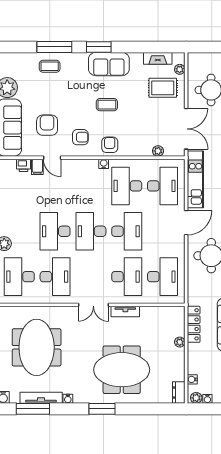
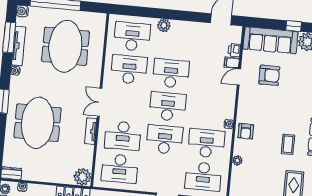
coffee table: (107, 105) -> (288, 144), moved
armchair: (80, 137) -> (255, 105), removed
armchair: (110, 145) -> (246, 131), turned 90
plant: (158, 151) -> (237, 160), moved
desk: (127, 231) -> (165, 139), turned 180
desk: (55, 277) -> (129, 69), turned 180
plant: (180, 342) -> (83, 177), moved, width x1.87, depth x1.87
meeting table: (37, 347) -> (65, 46), turned 90

